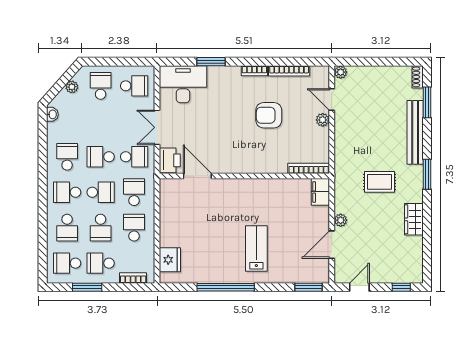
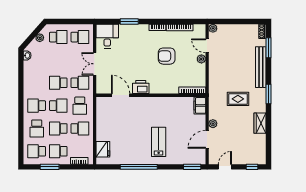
desk: (183, 84) -> (107, 36), width x0.73
school desk: (101, 86) -> (58, 37), turned 90
school desk: (67, 157) -> (37, 83), removed
printer: (170, 160) -> (141, 87), moved, turned -90
school desk: (134, 192) -> (80, 106), turned 180
school desk: (101, 228) -> (58, 128), turned 90
school desk: (134, 228) -> (80, 128), turned 90

